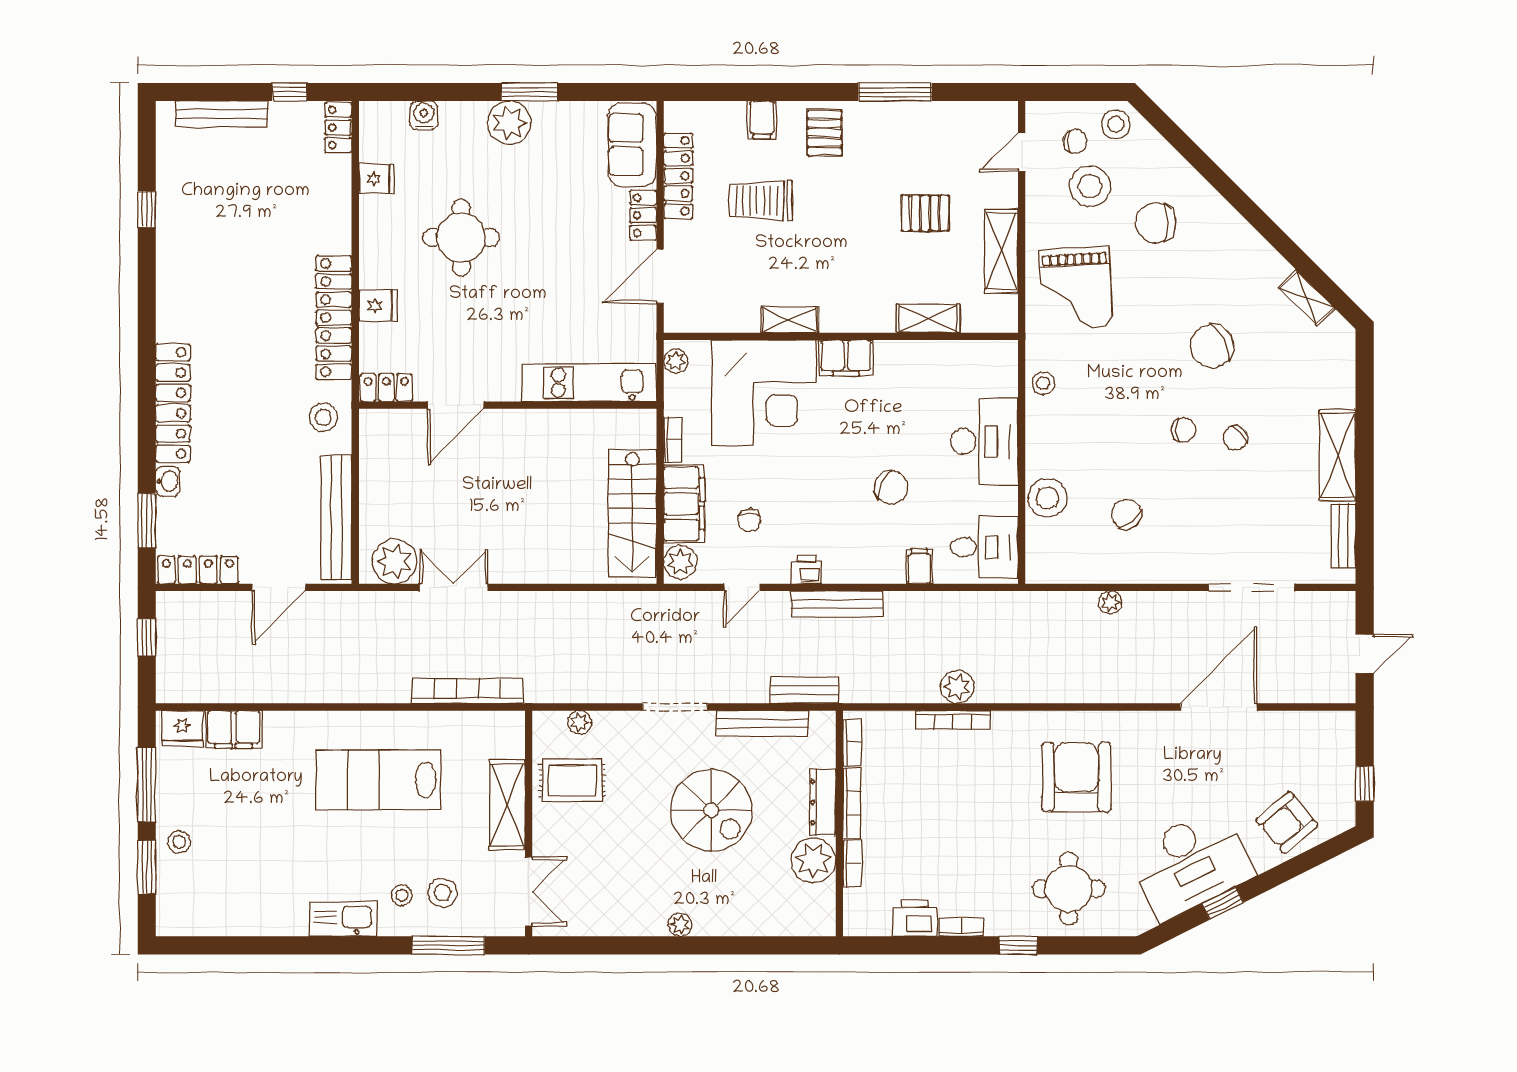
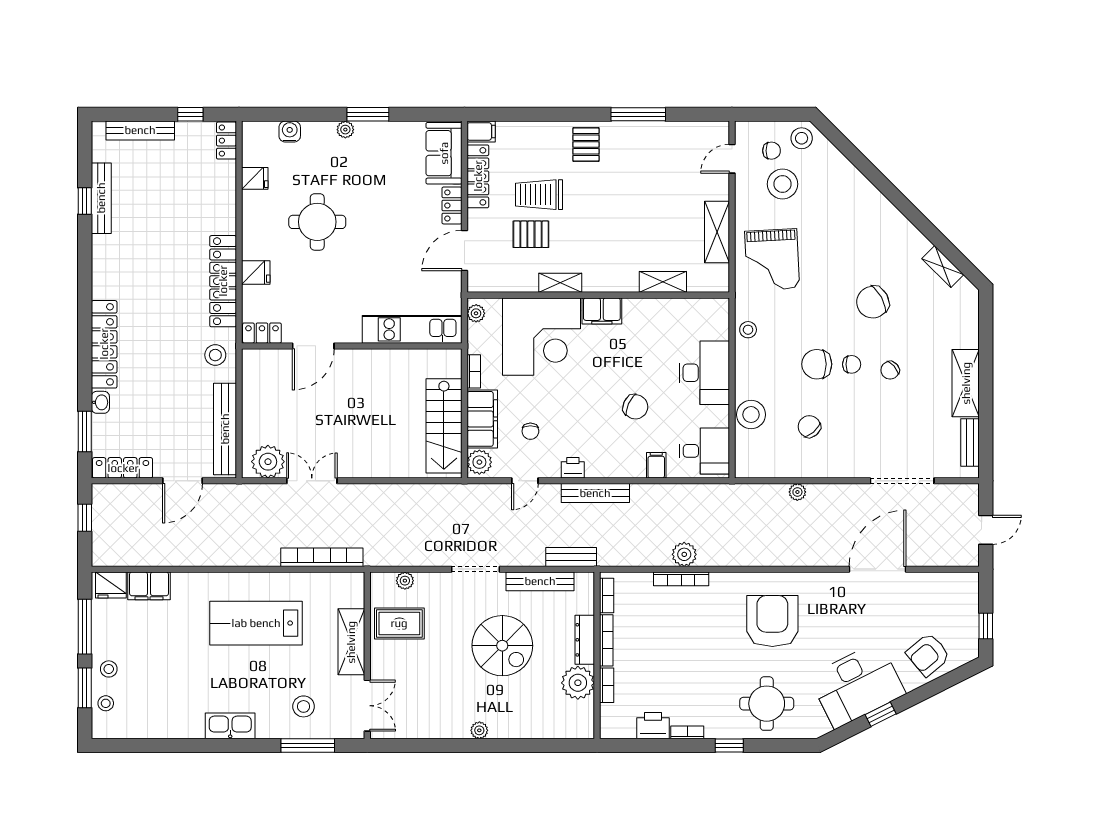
filing cabinet: (762, 120) -> (481, 131), moved, turned -90
plant: (509, 123) -> (345, 130), width x0.53, depth x0.53
bench: (169, 205) -> (101, 198), added
pallet: (925, 213) -> (531, 234), moved
chair: (1156, 223) -> (817, 364), moved
stool: (402, 895) -> (106, 703), moved

